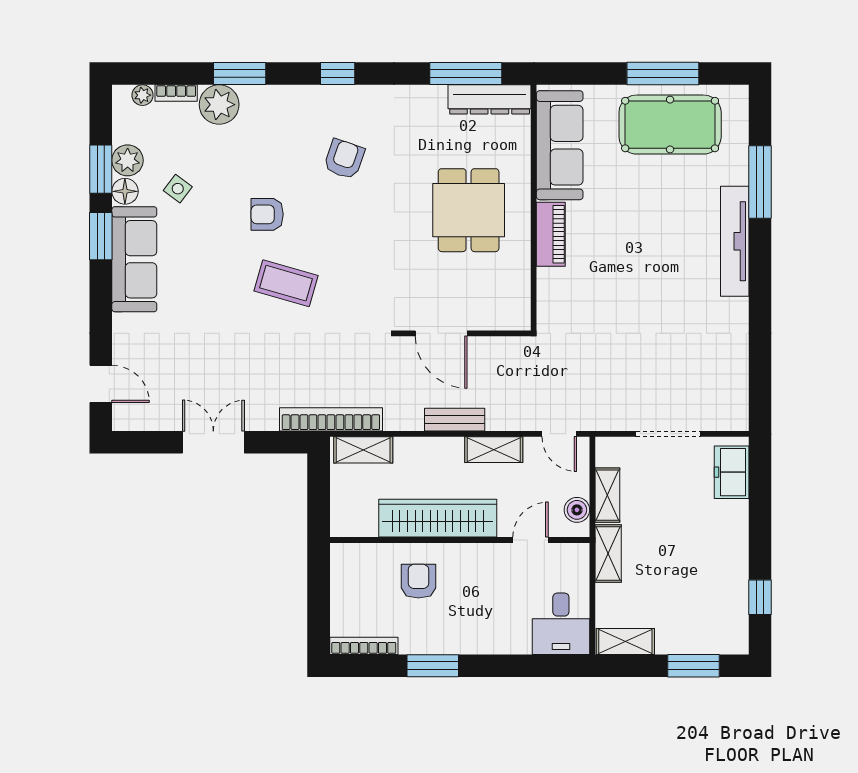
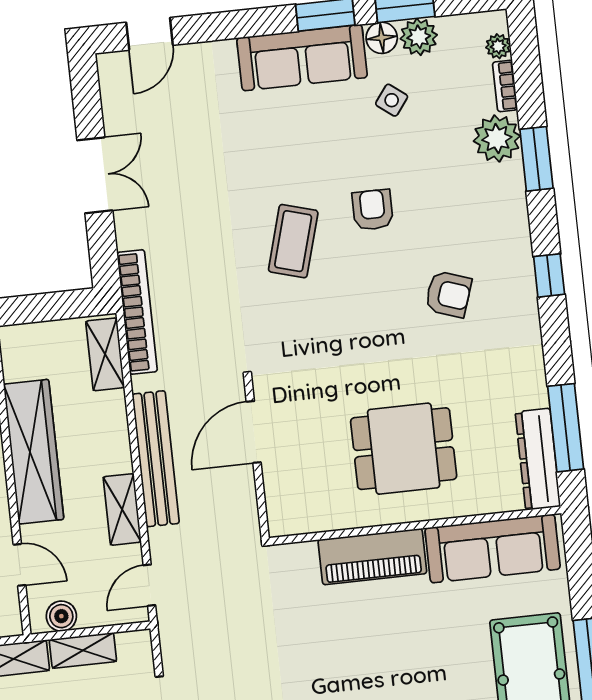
piano: (551, 234) -> (372, 557), width x1.37, depth x1.33
bench: (455, 420) -> (156, 459), width x1.86, depth x1.21

